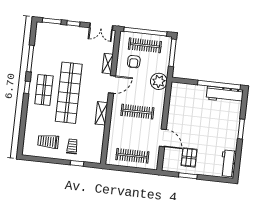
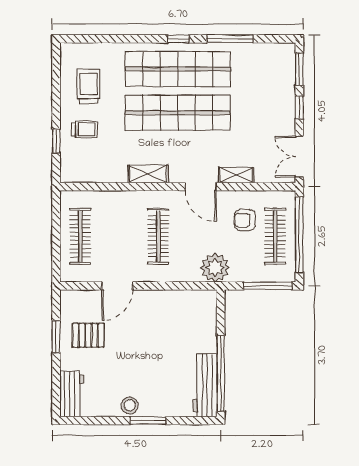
shop shelf: (44, 90) -> (178, 69), width x2.00, depth x1.36
stool: (231, 138) -> (130, 405), added
workbench: (228, 163) -> (72, 394), moved, turned 90

